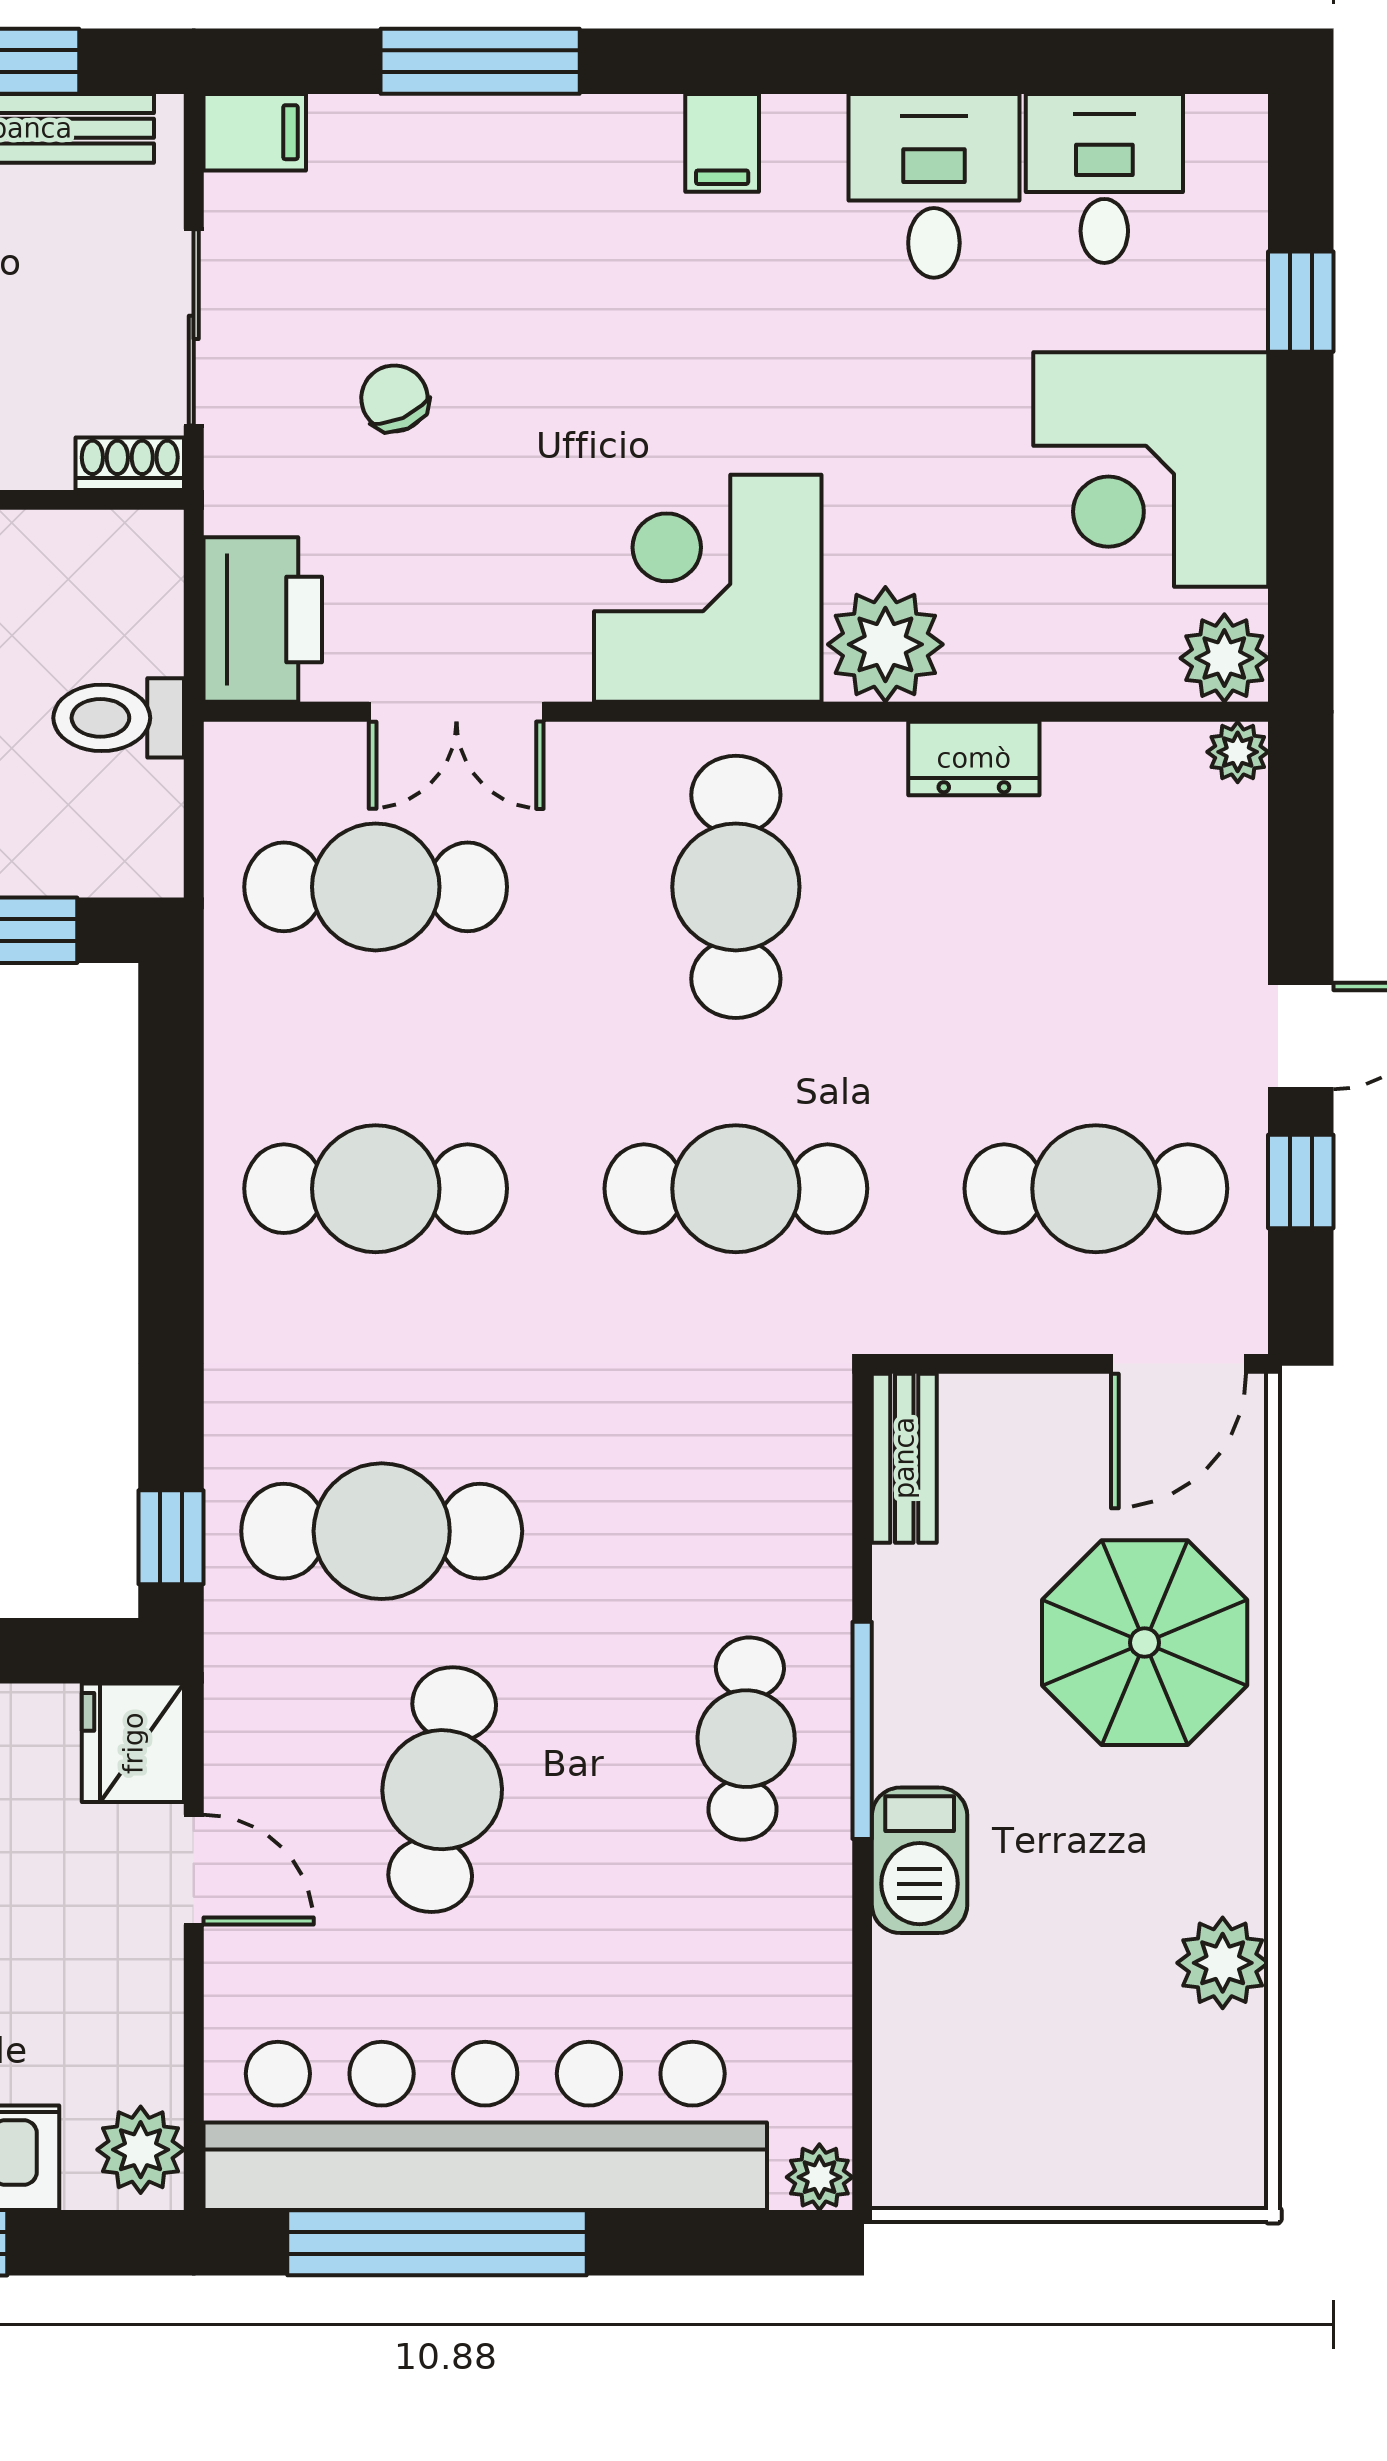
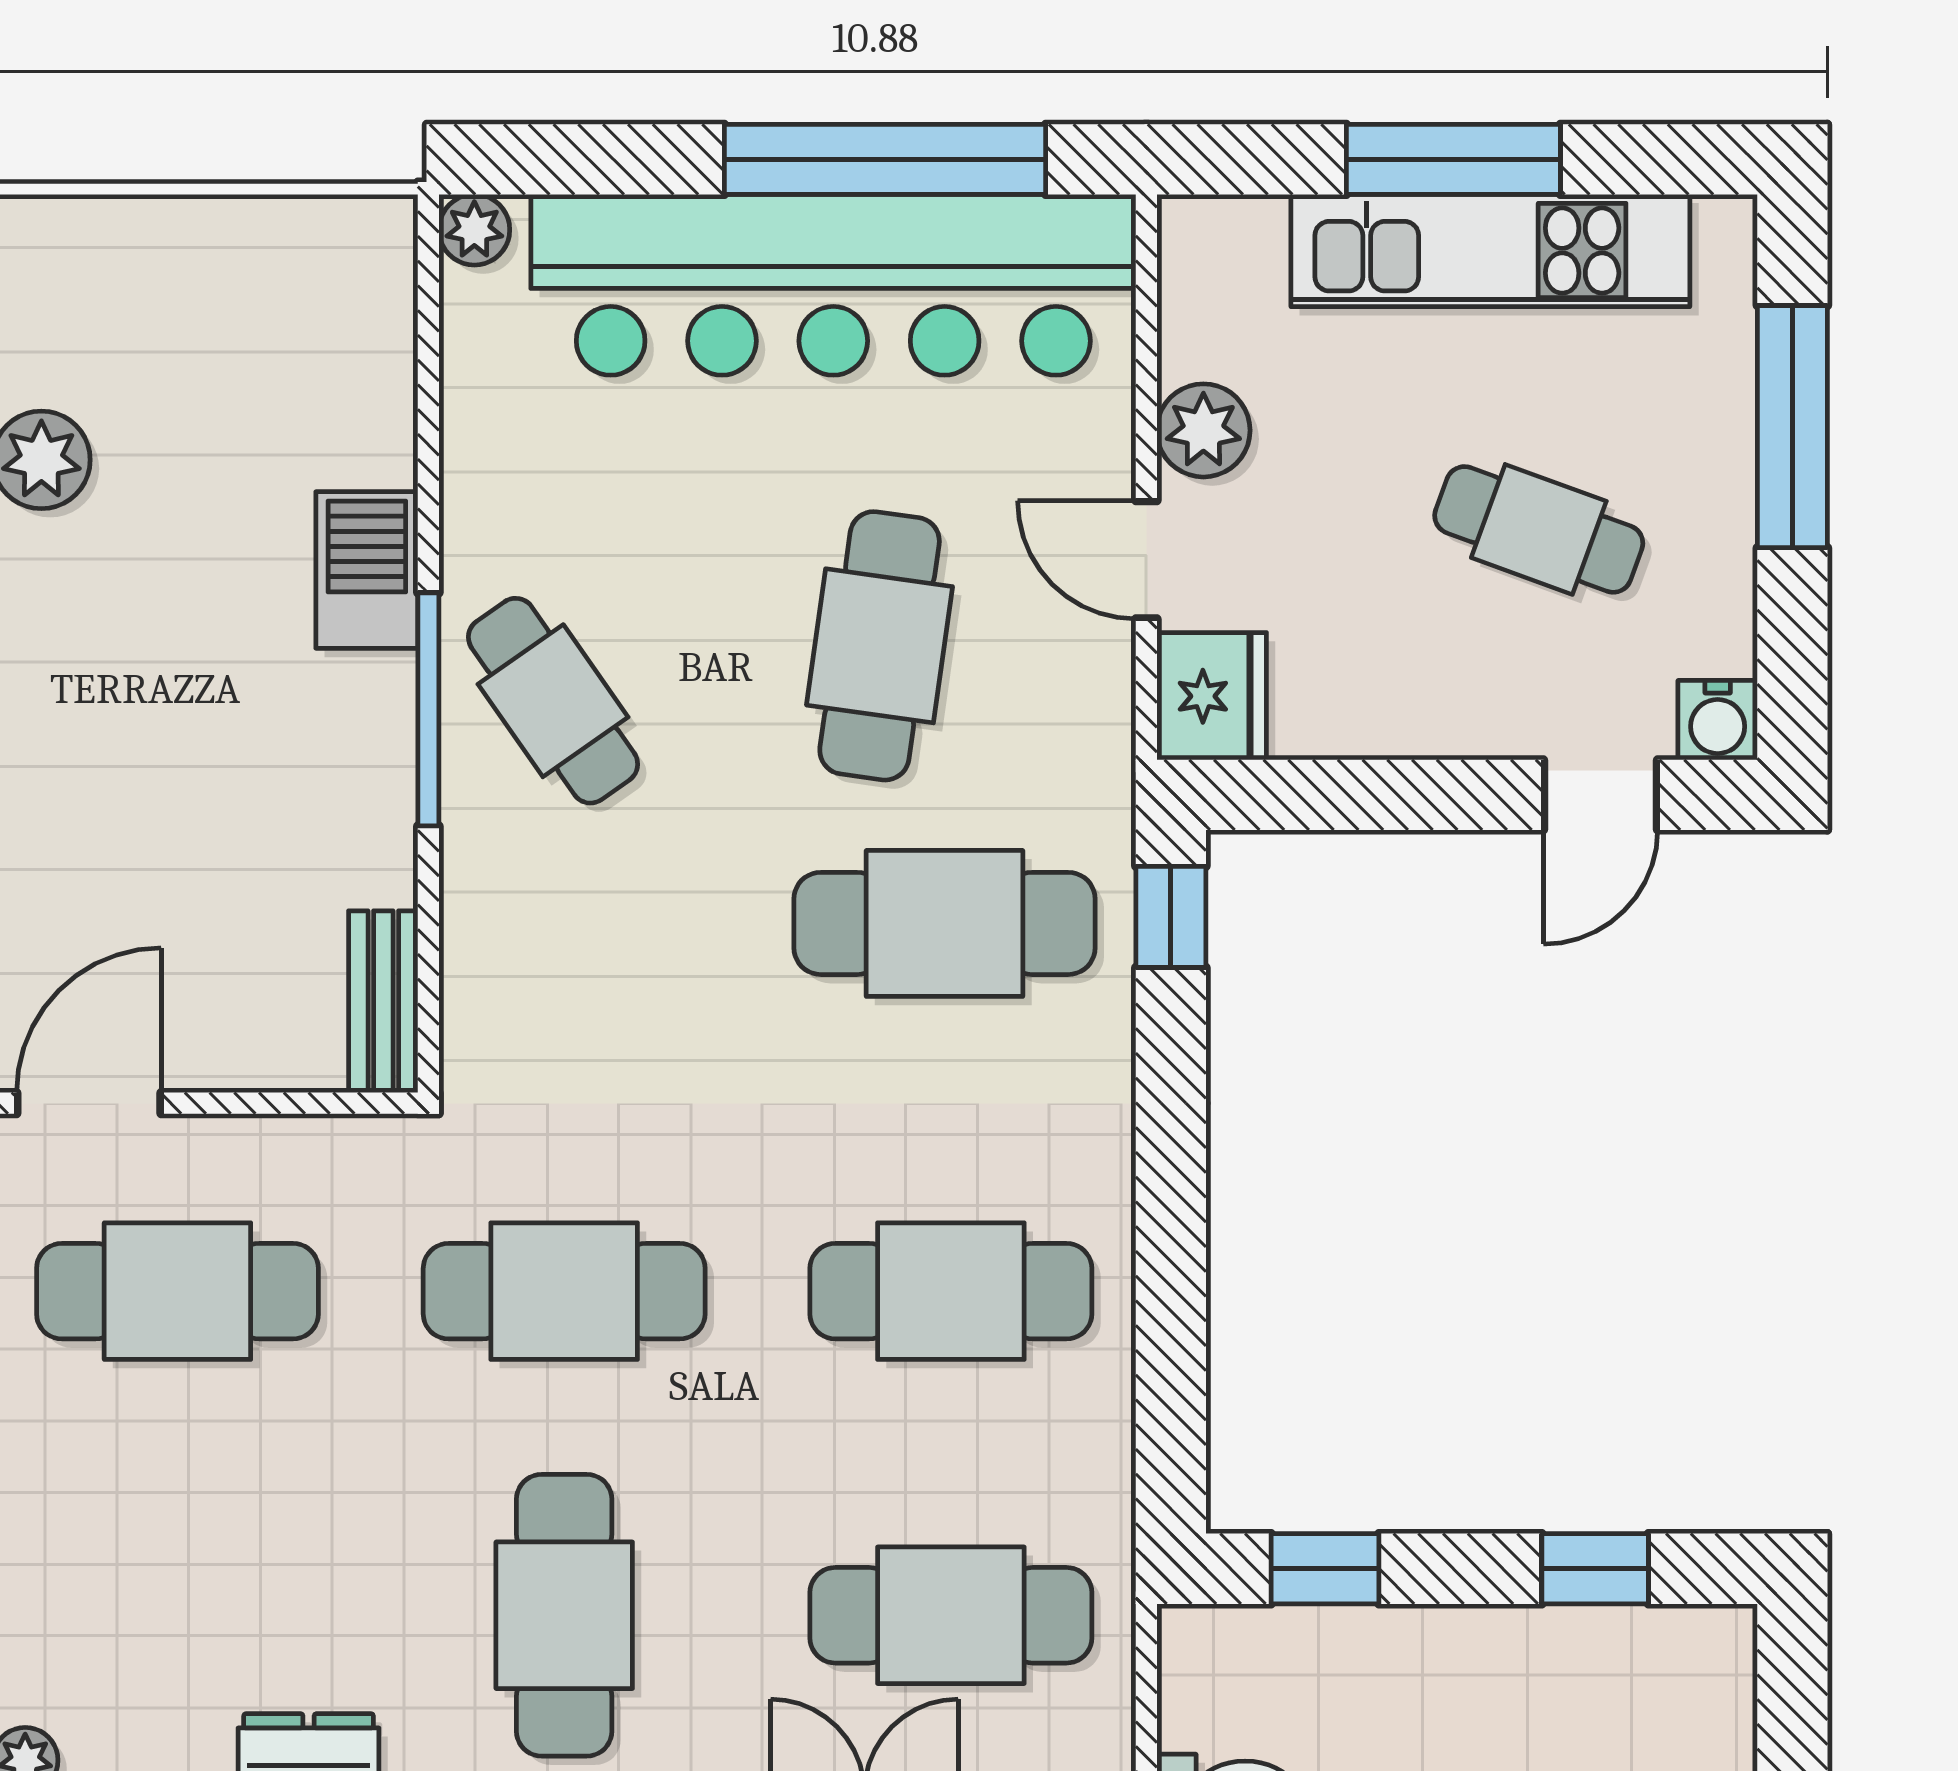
parasol: (1145, 1643) -> (125, 804), removed
cafe table: (746, 1739) -> (553, 701), turned -38
plant: (141, 2150) -> (1203, 430), moved

